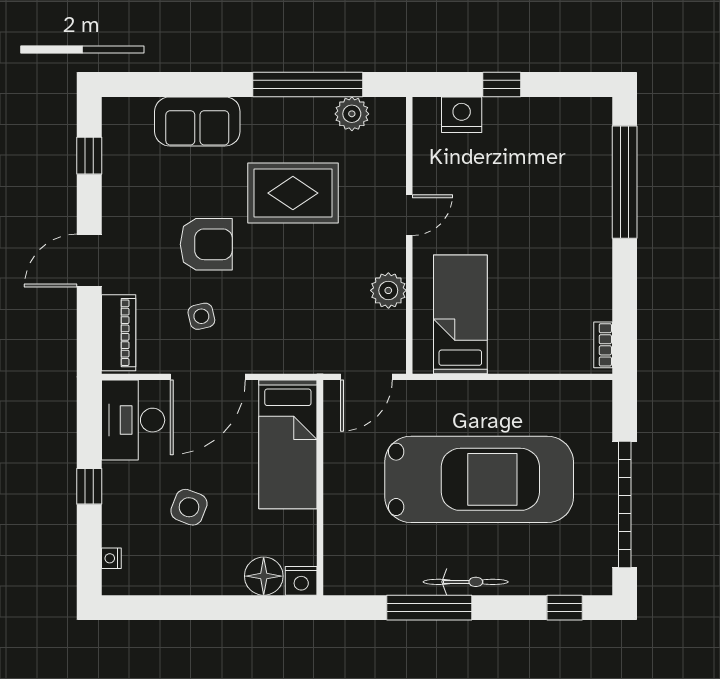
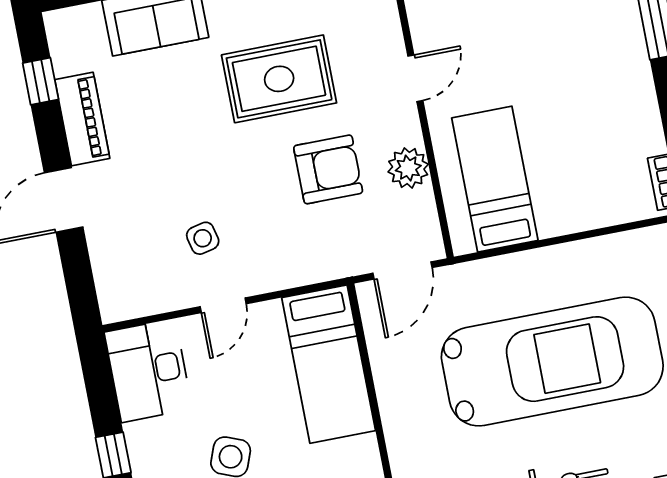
armchair: (206, 244) -> (328, 169), moved
piano: (119, 333) -> (82, 119), moved
door: (208, 377) -> (223, 305), width x0.53

